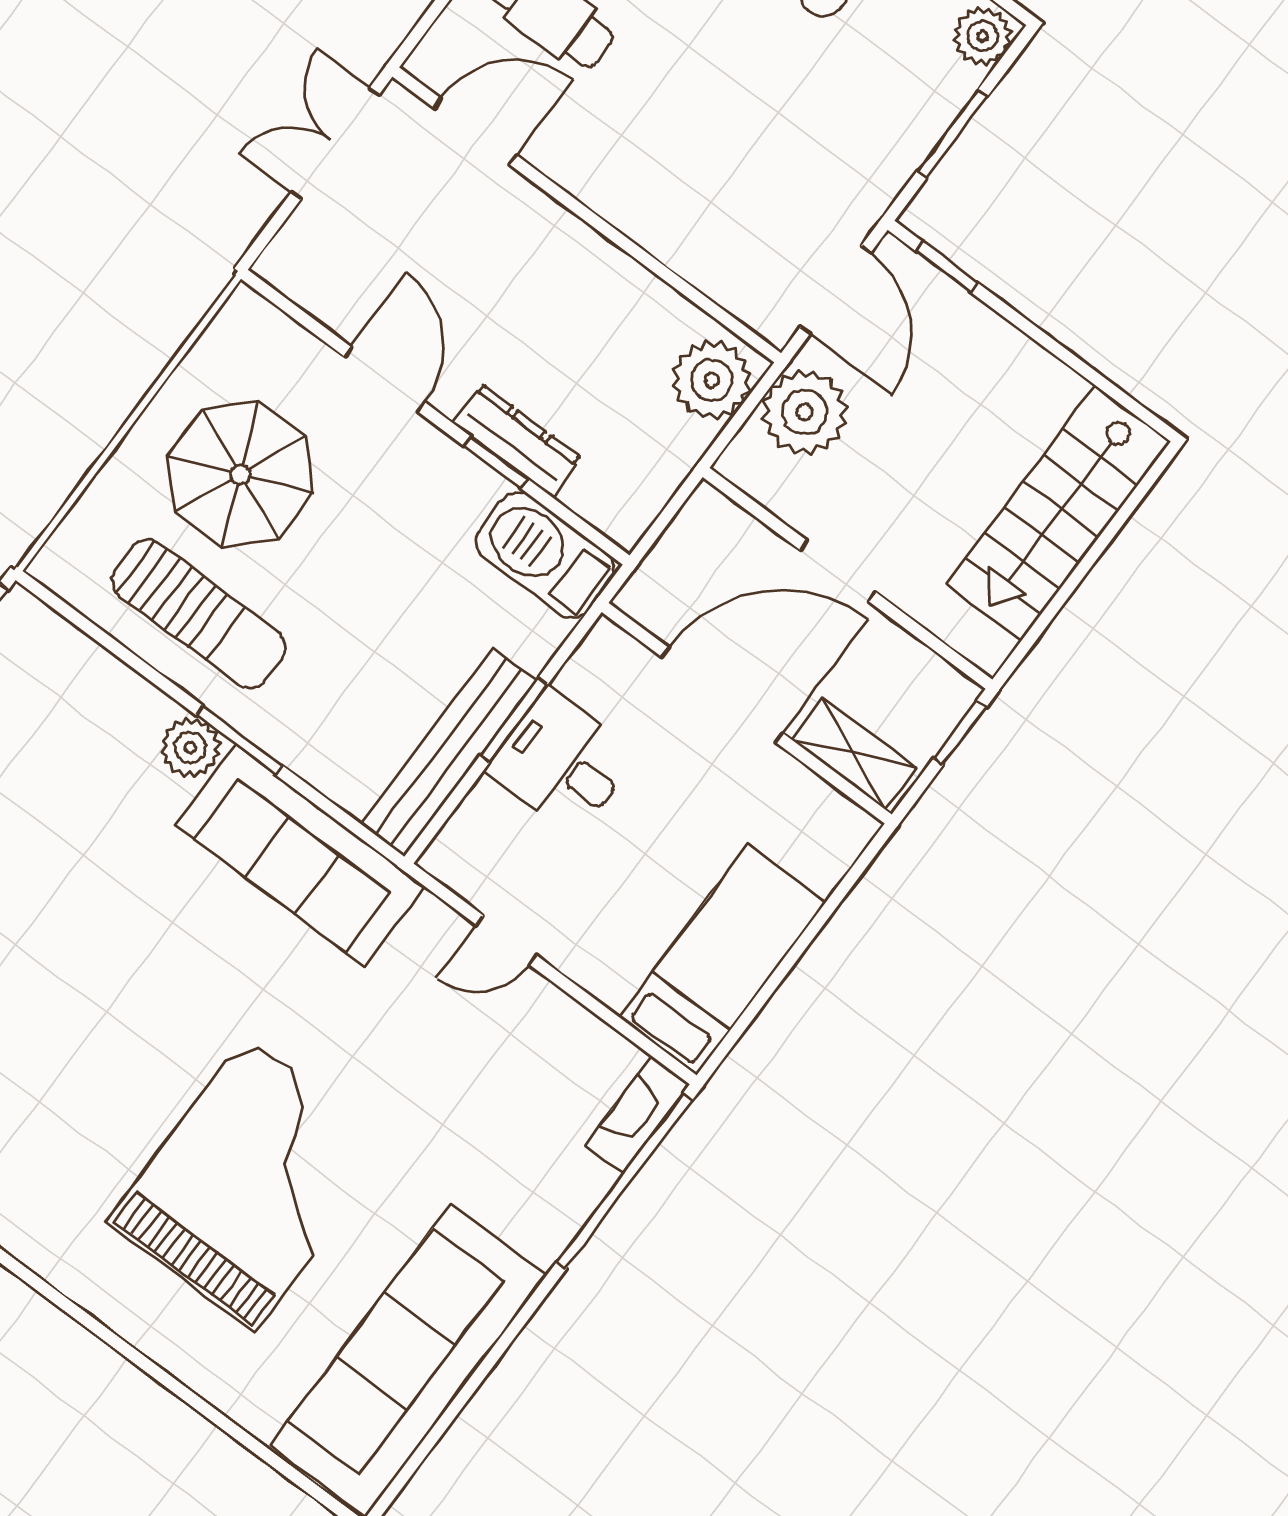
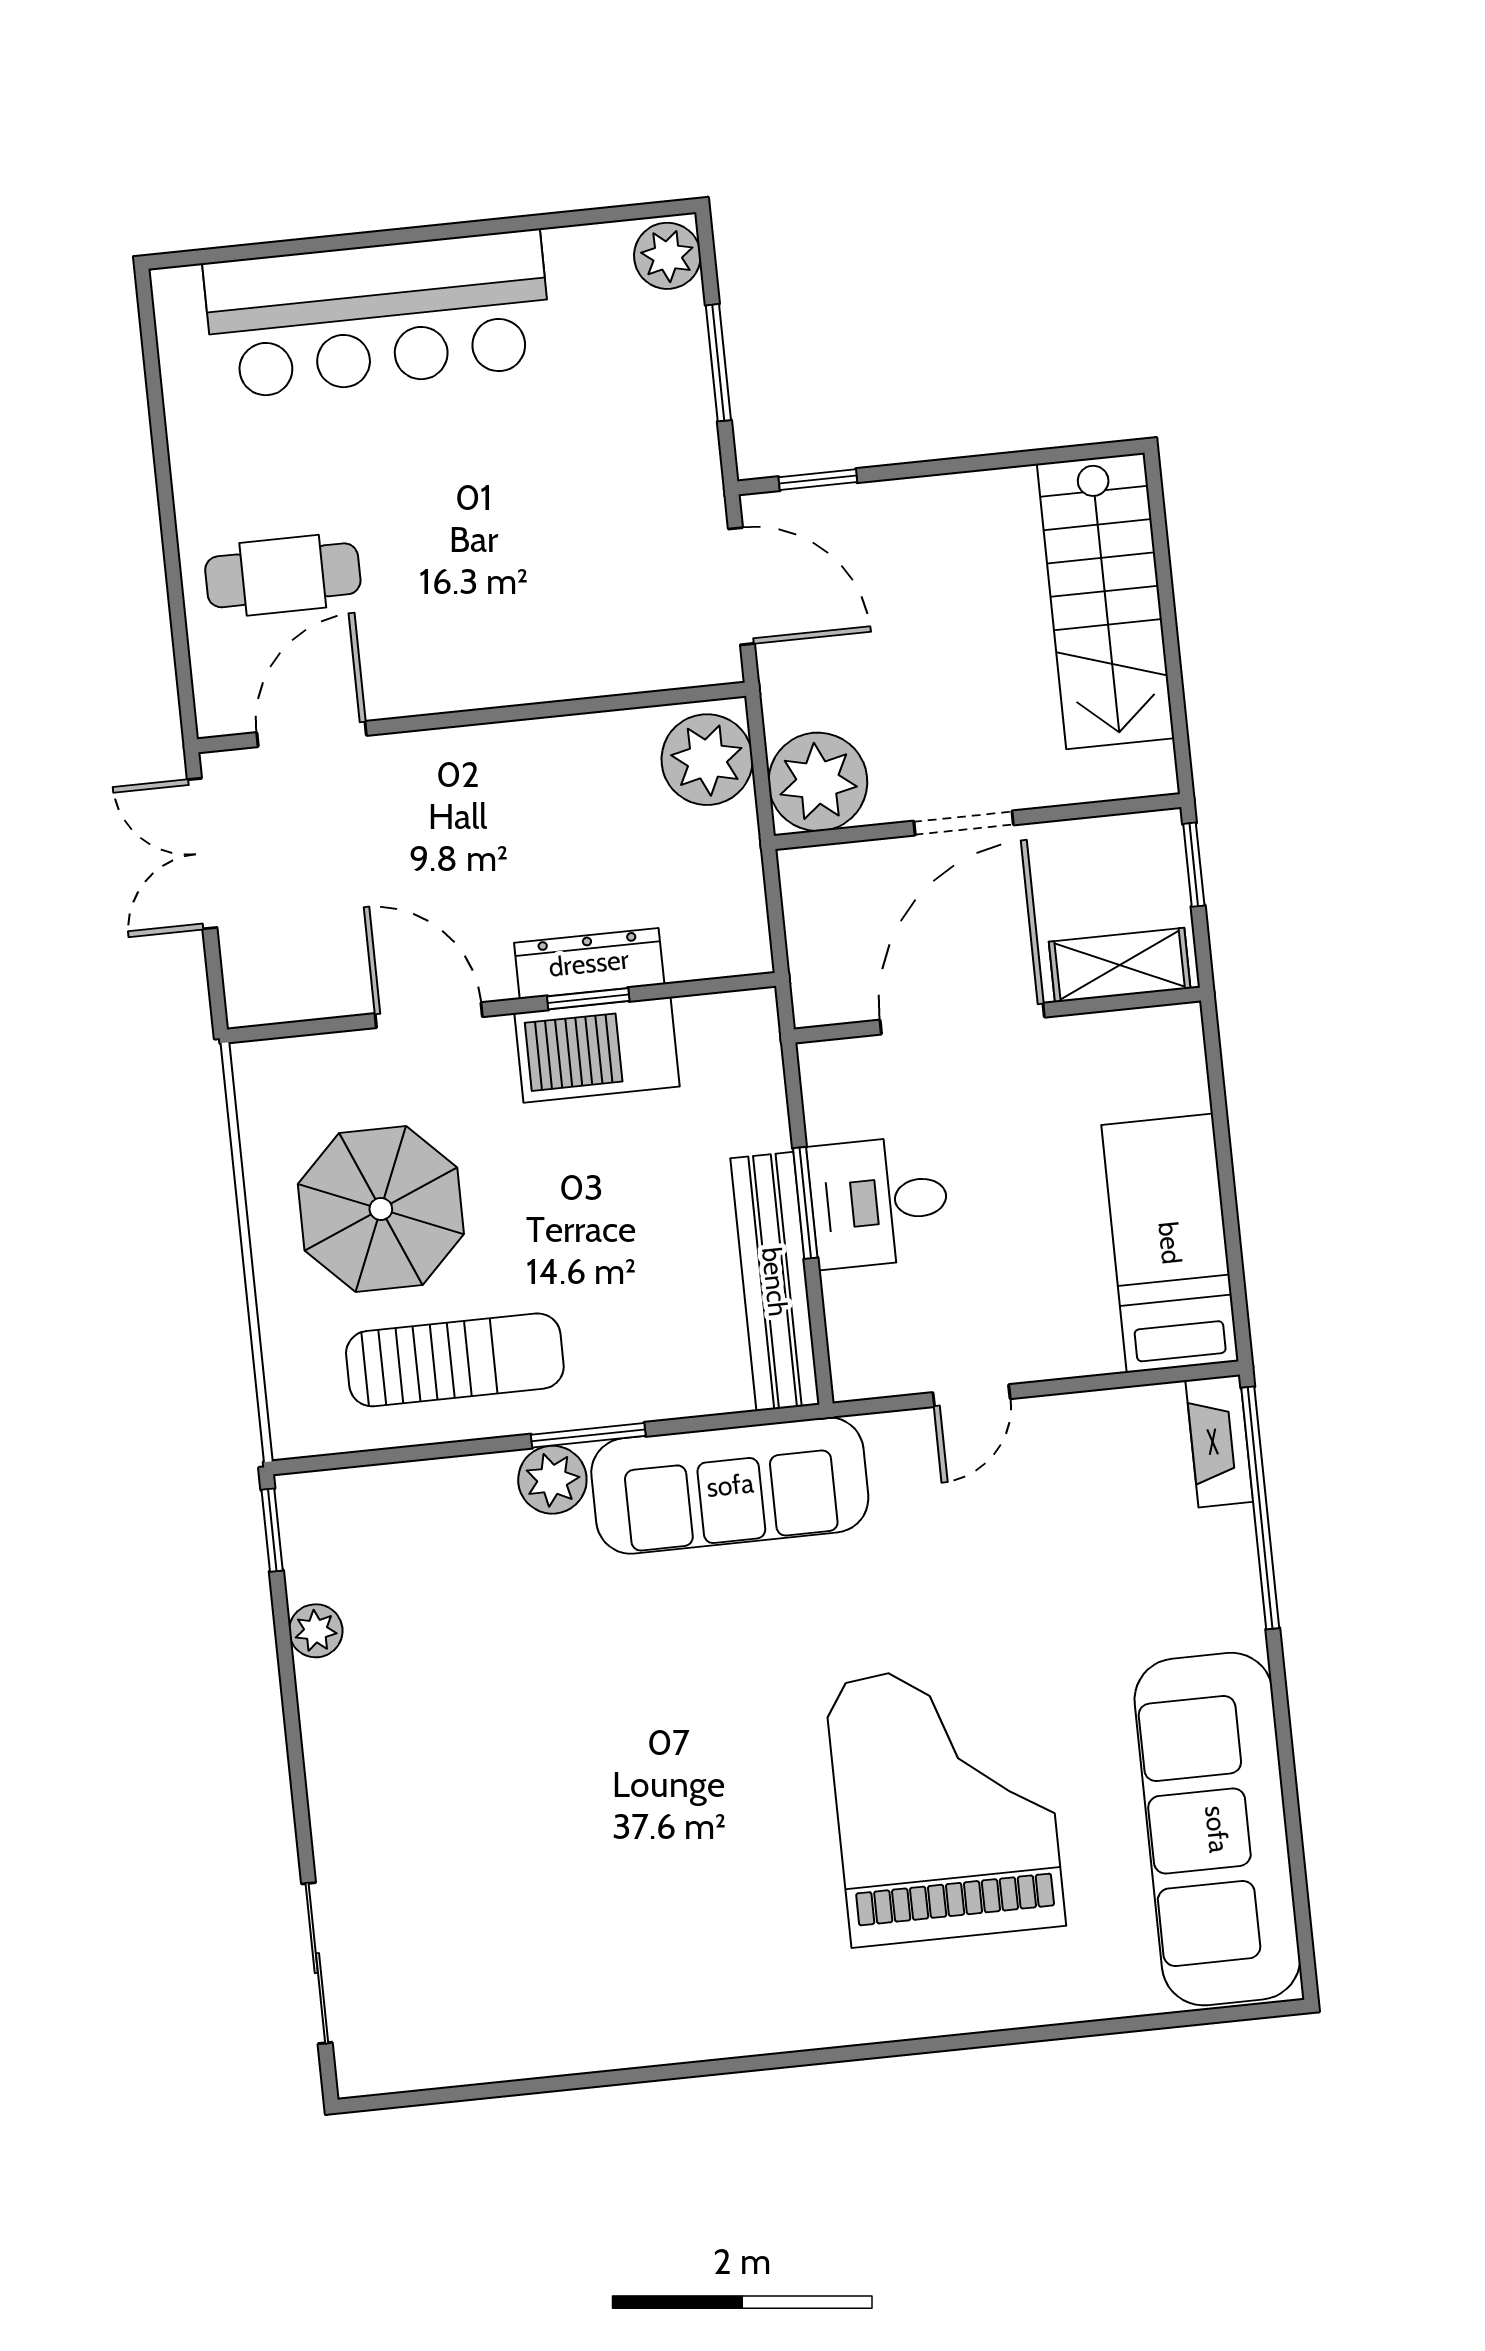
plant: (805, 412) -> (818, 782), moved
barbecue: (545, 555) -> (597, 1050), moved

